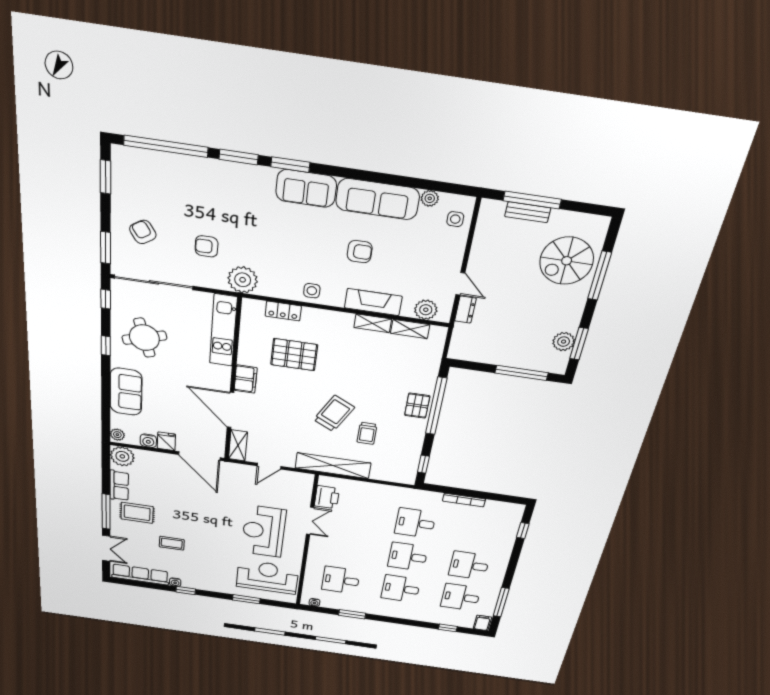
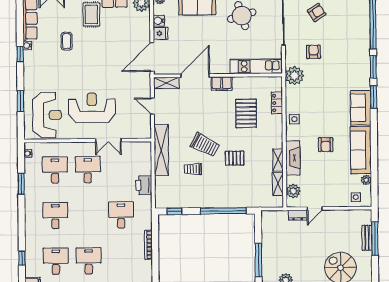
pallet: (417, 406) -> (235, 158), moved
printer: (327, 497) -> (144, 185), moved, turned 90
desk: (408, 557) -> (88, 170), moved

